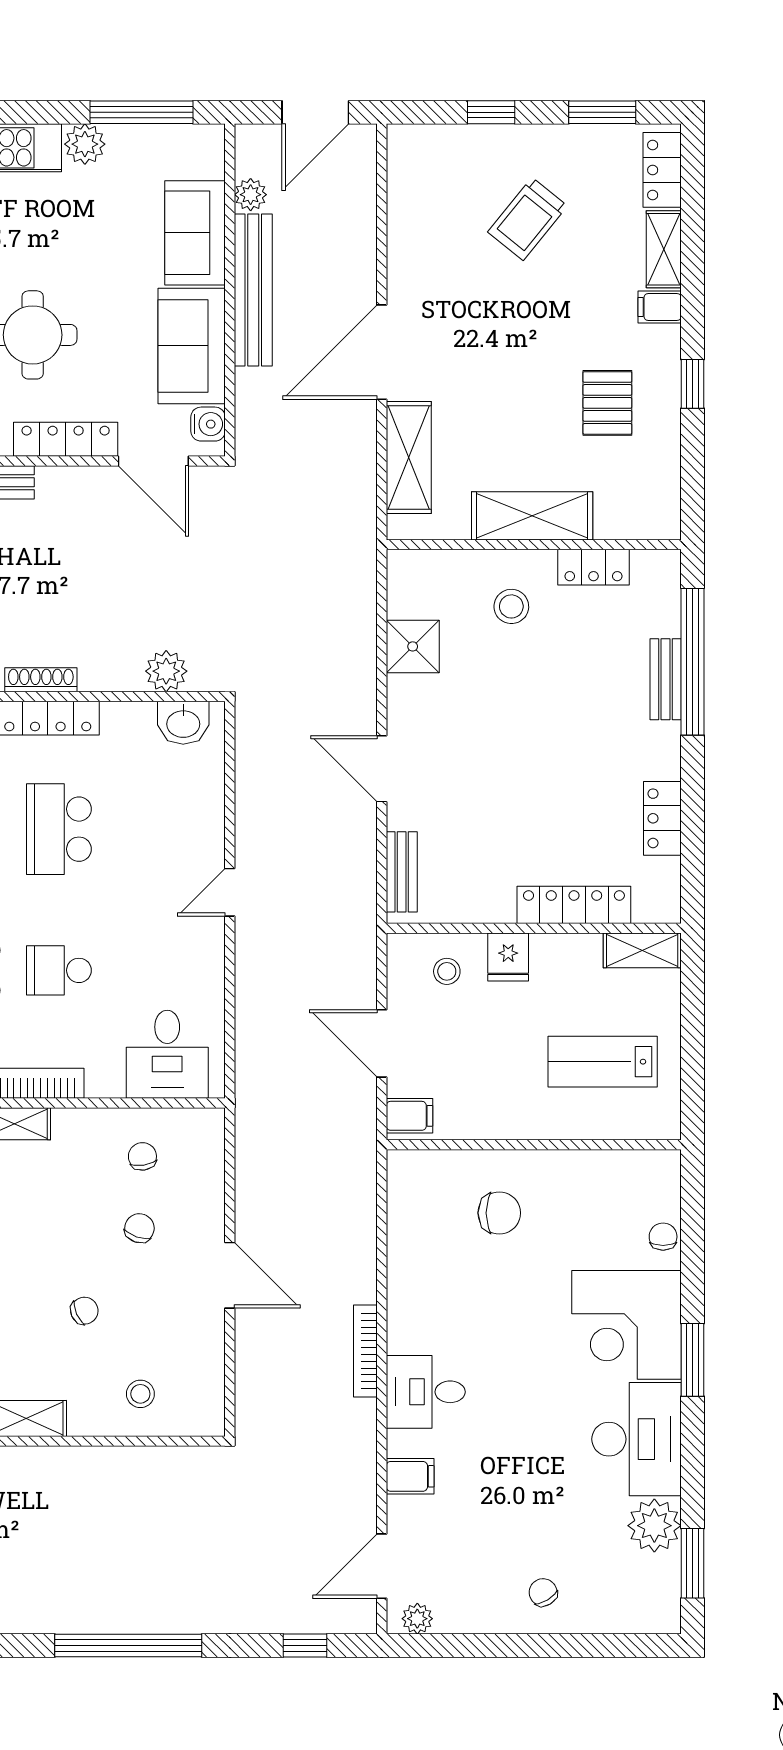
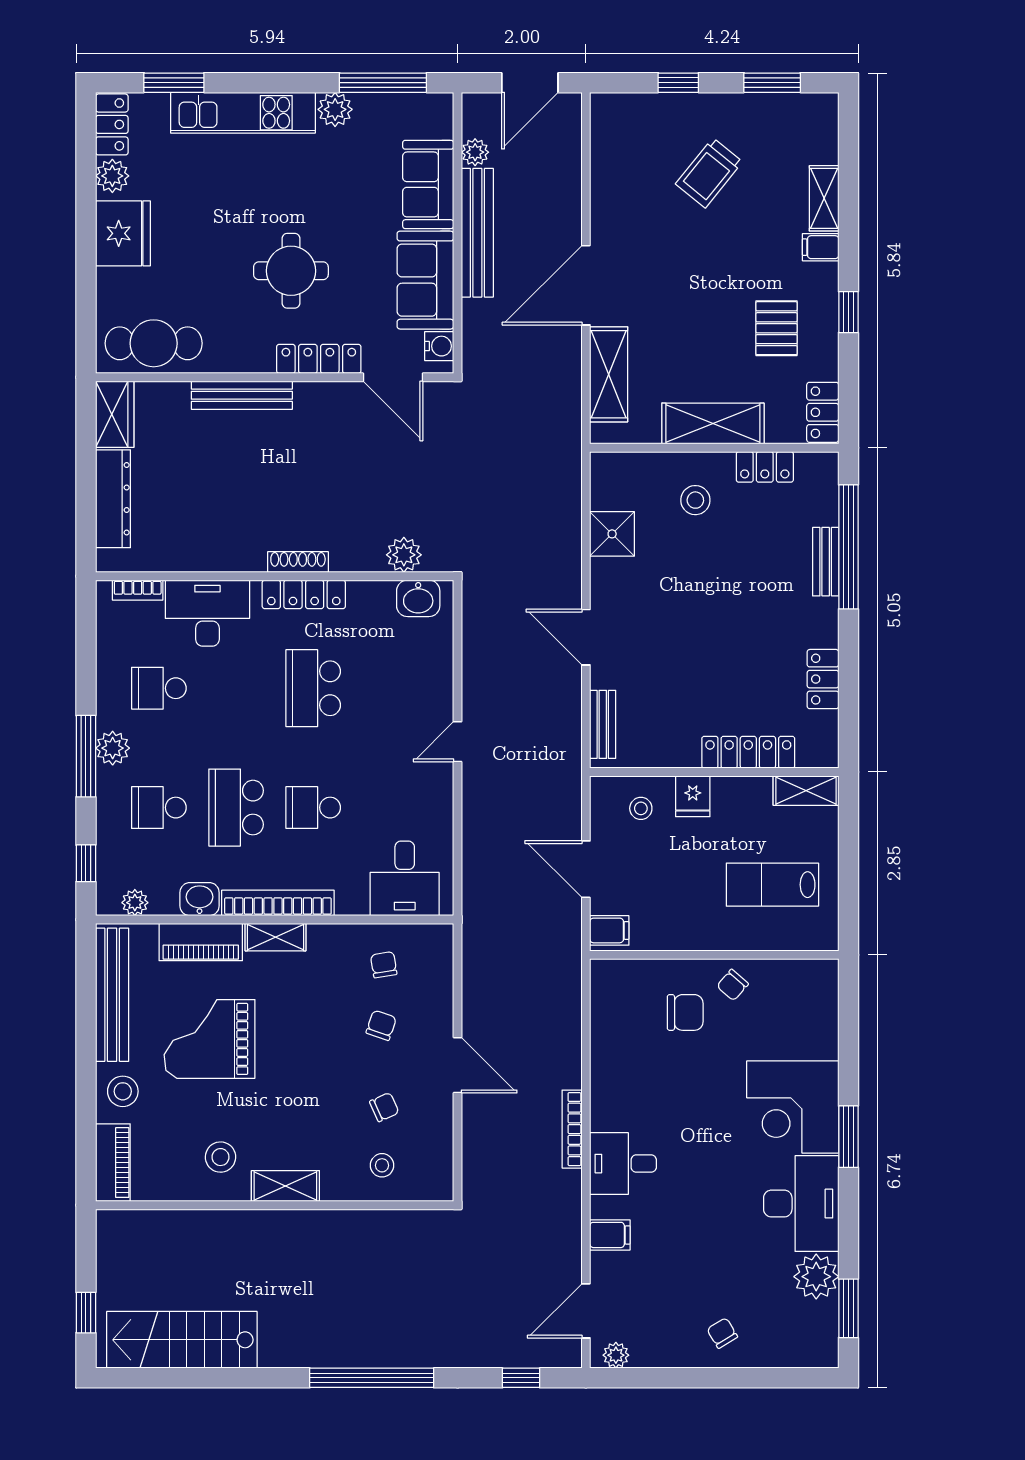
locker: (662, 170) -> (823, 412), moved
chair: (663, 1237) -> (733, 985), moved, turned -139
chair: (84, 1311) -> (384, 1107), moved

